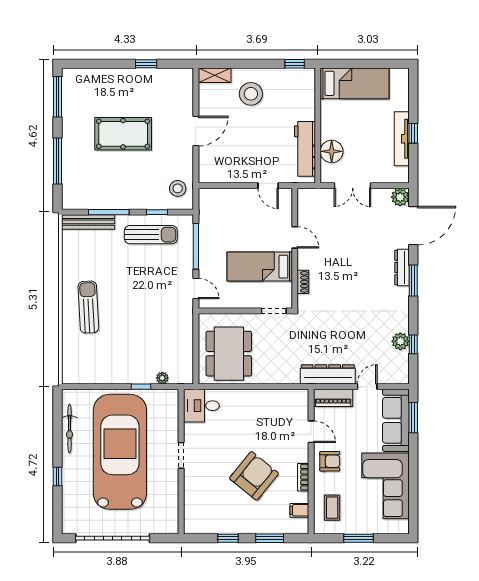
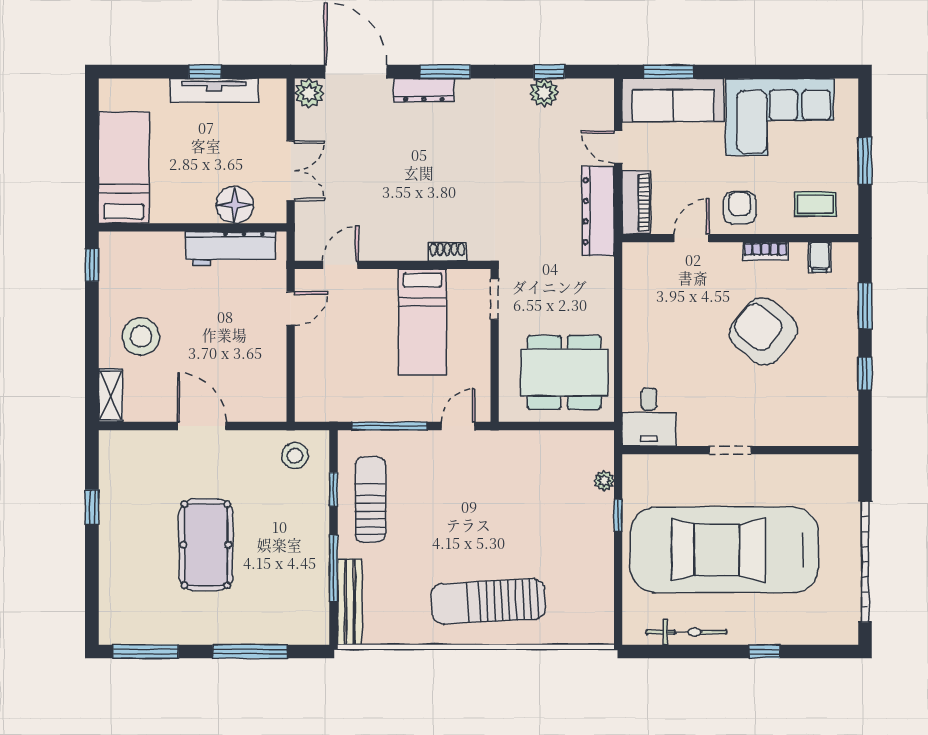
door: (295, 237) -> (340, 265), moved
sun lounger: (88, 307) -> (488, 601), width x1.36, depth x1.34

